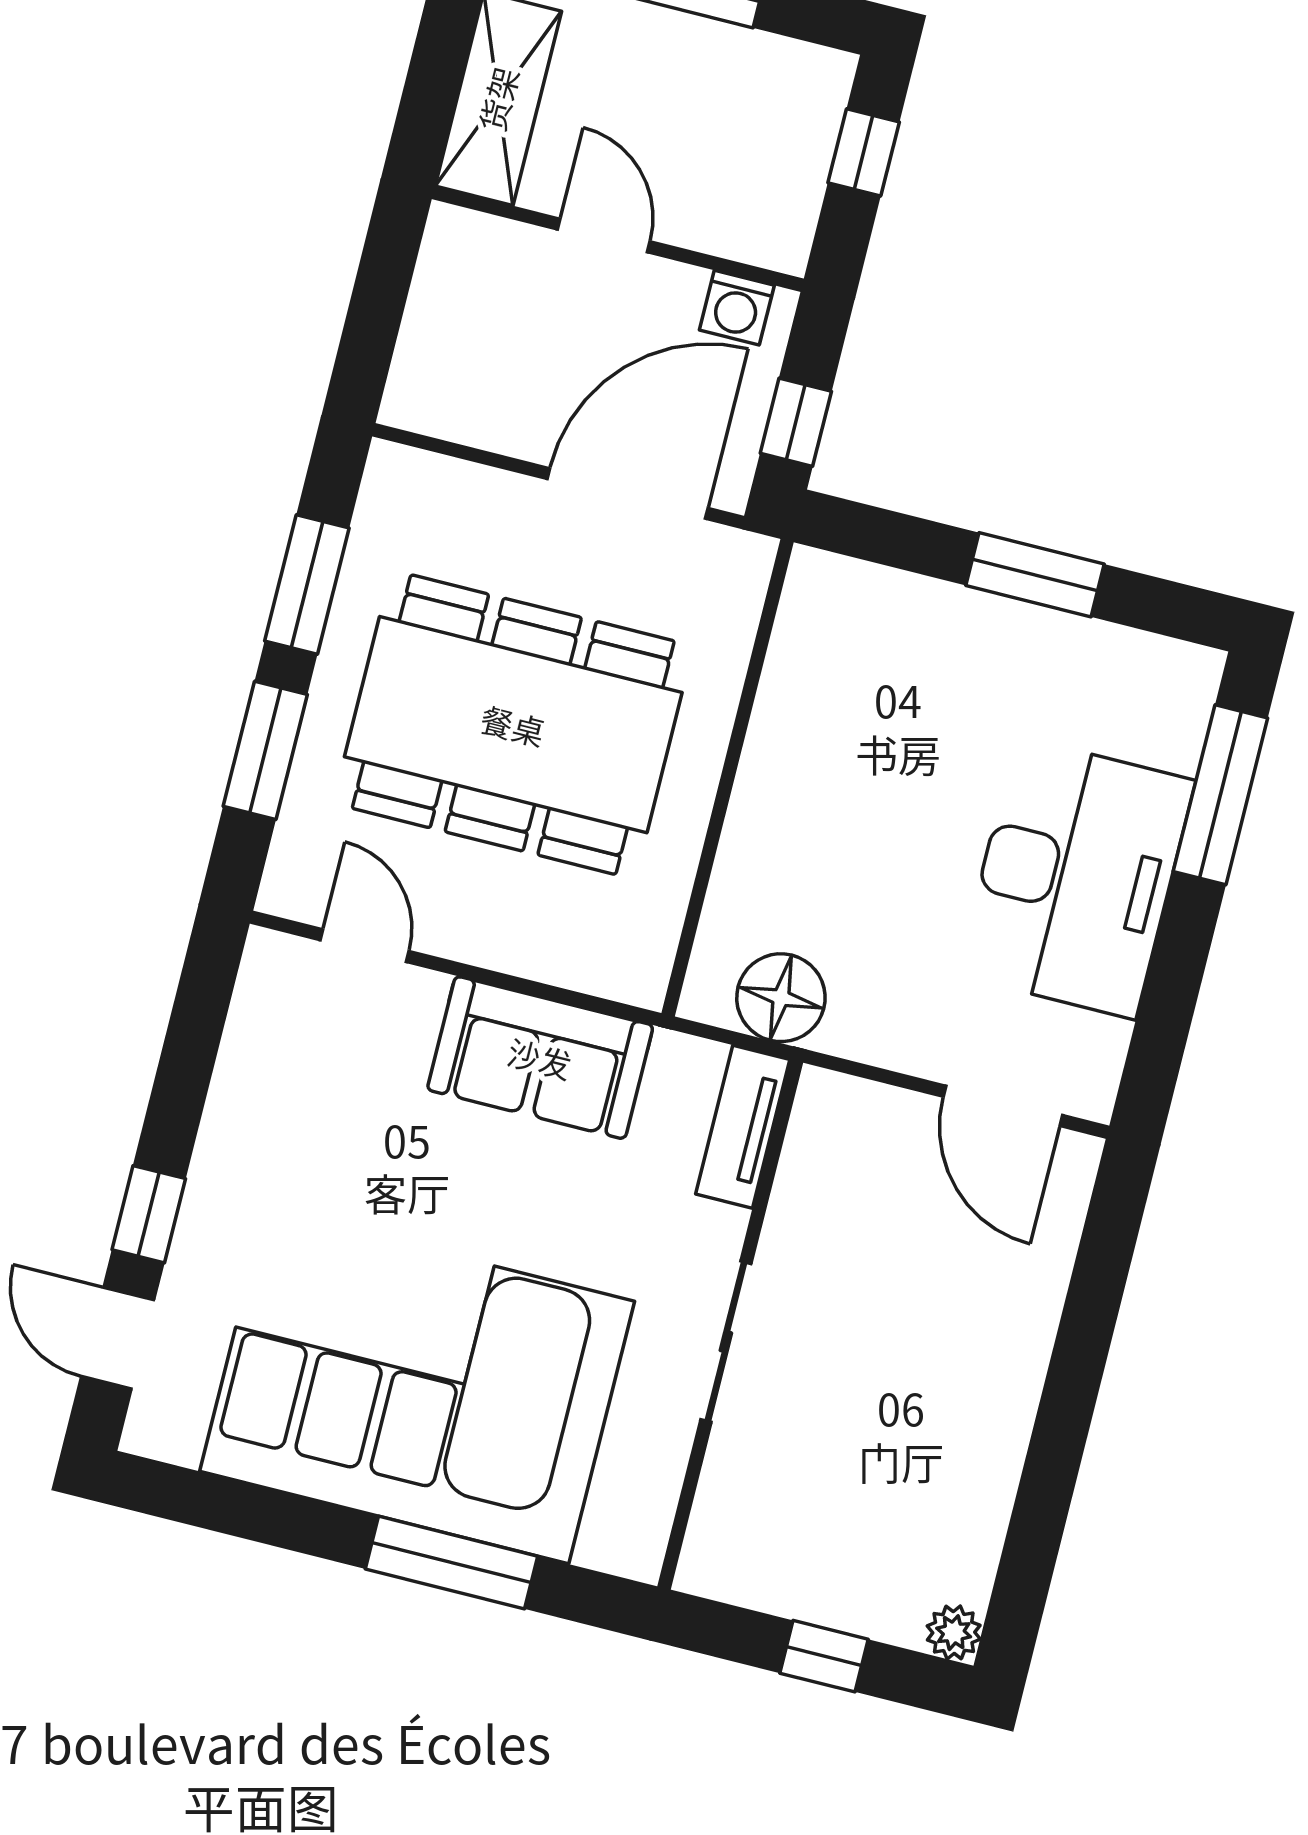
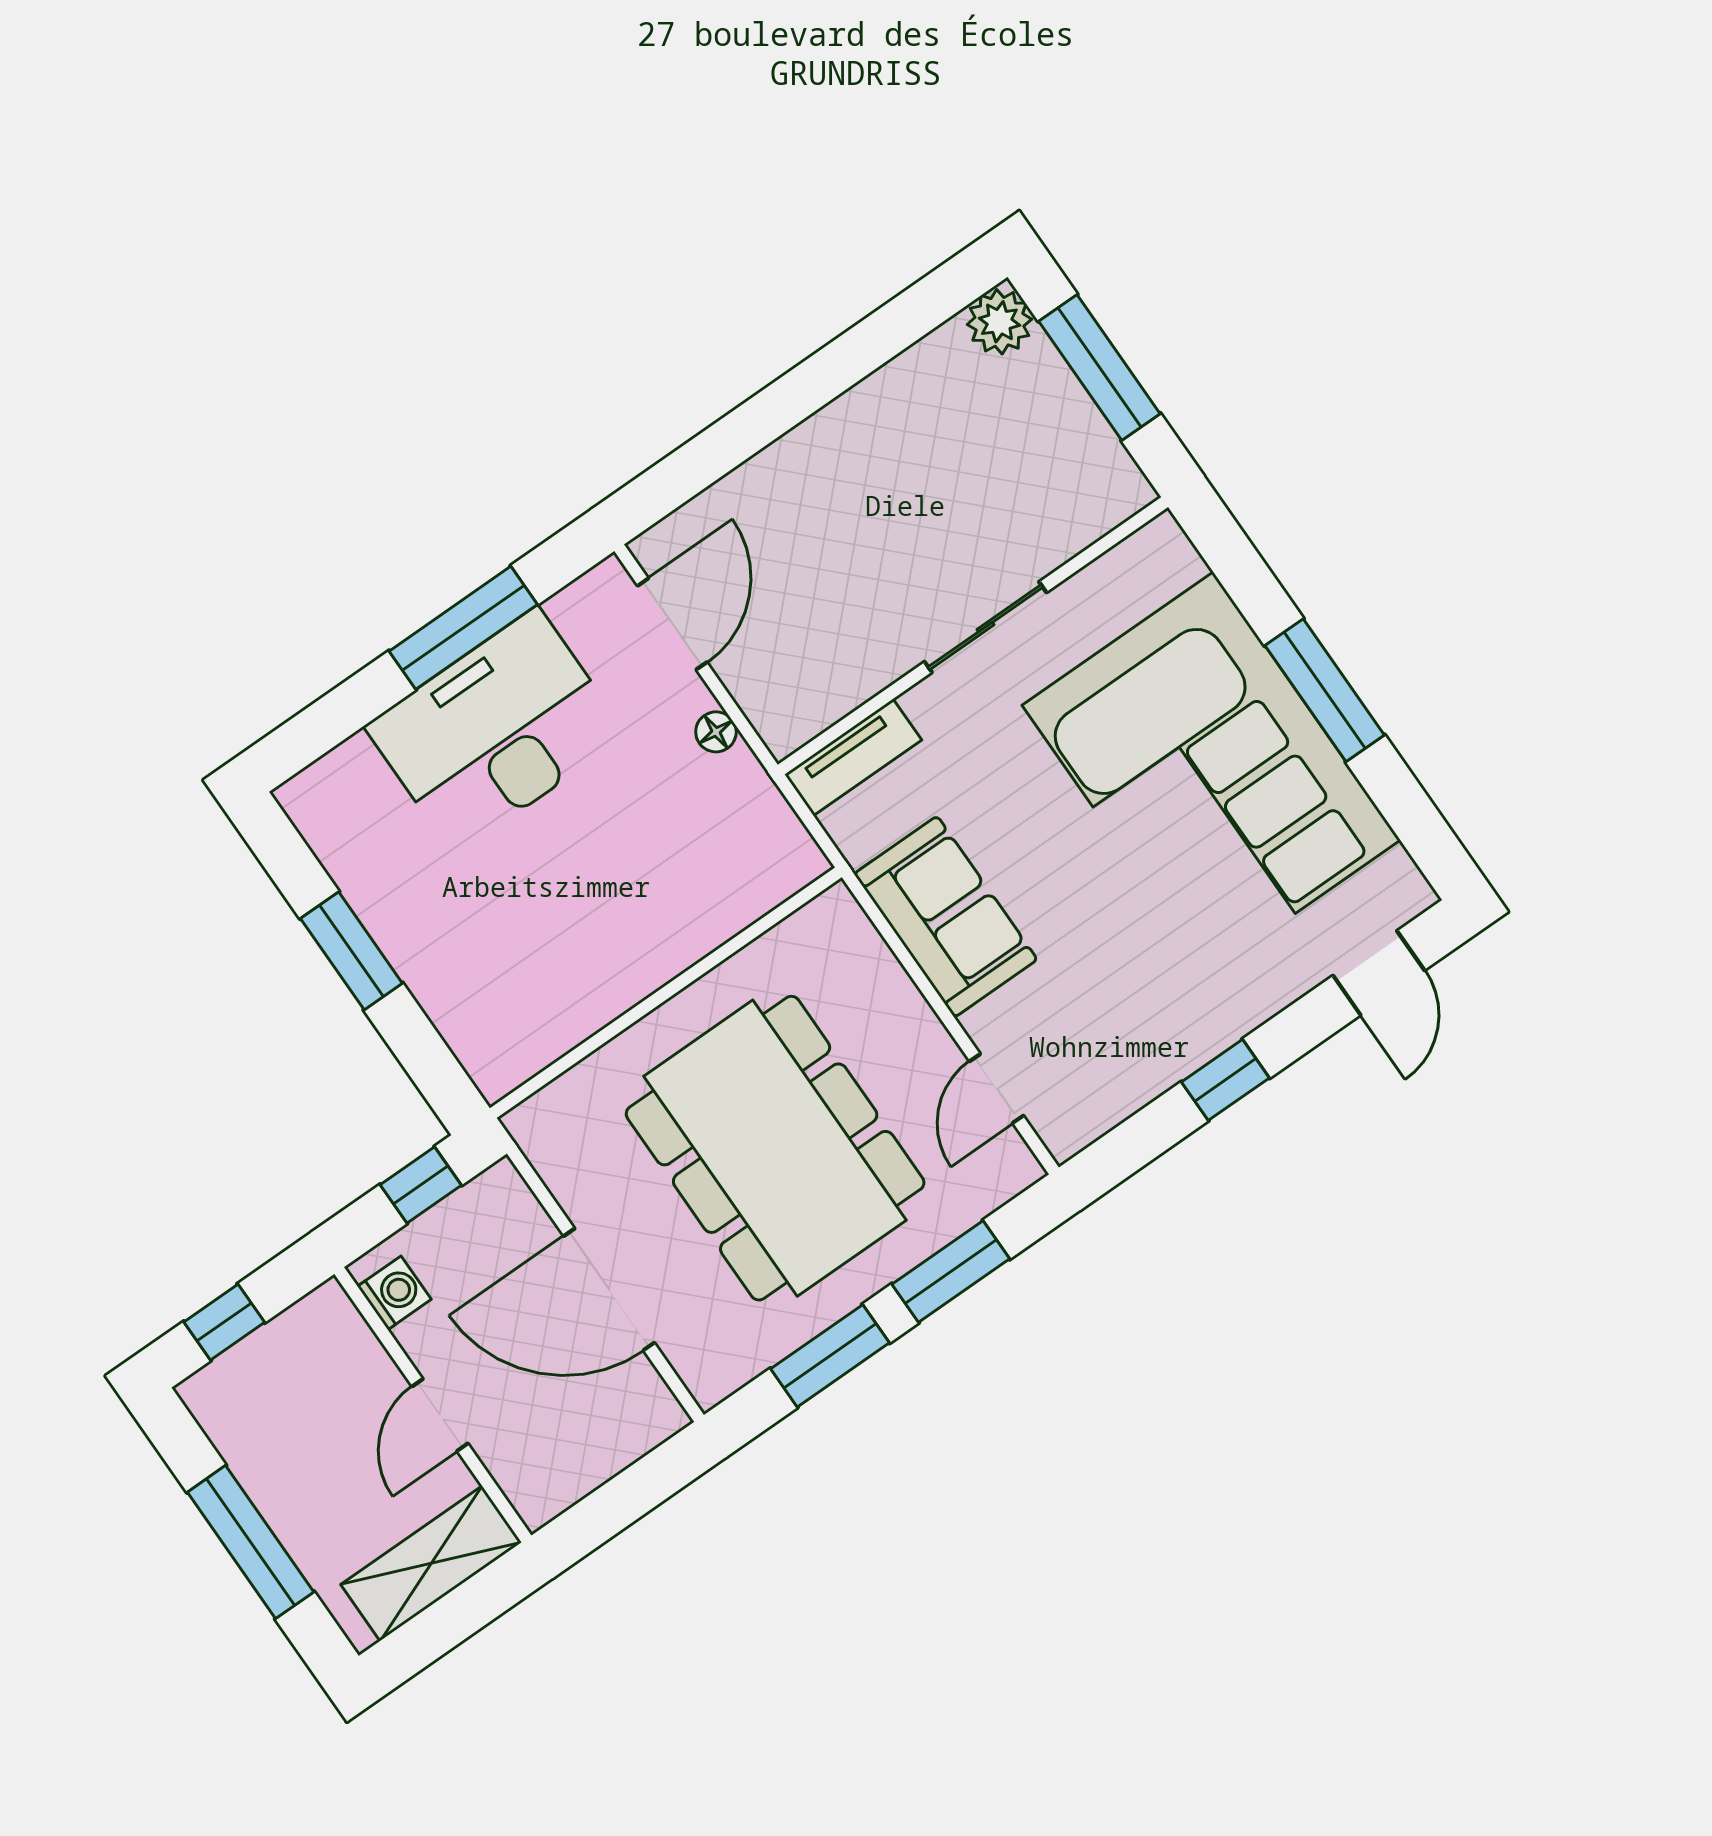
door: (628, 494) -> (609, 1289), moved
window: (1220, 795) -> (463, 628), moved
floor lamp: (781, 998) -> (716, 732), moved, width x0.53, depth x0.53
window: (149, 1214) -> (1225, 1080), moved
window: (452, 1563) -> (1325, 690), moved
plant: (954, 1633) -> (999, 322), width x1.38, depth x1.38
window: (824, 1656) -> (1099, 367), width x2.17

